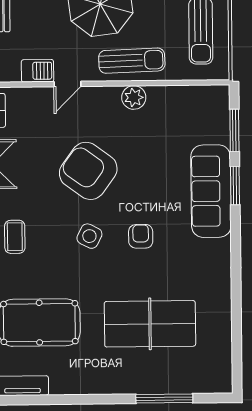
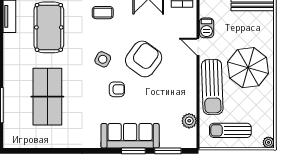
sun lounger: (132, 61) -> (212, 87), width x1.36, depth x1.34
plant: (134, 97) -> (189, 121), moved
armchair: (141, 236) -> (117, 89), moved

